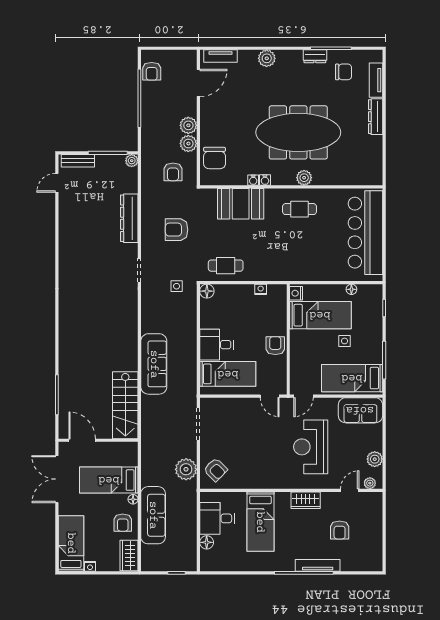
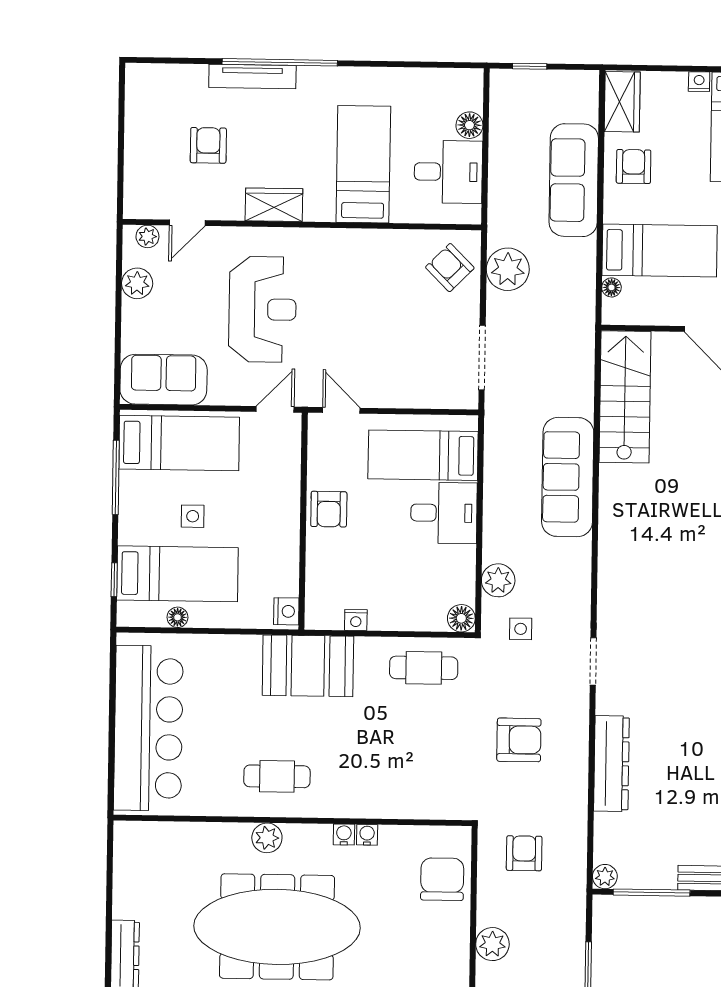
plant: (188, 143) -> (498, 580), moved
booth: (241, 204) -> (308, 666), moved
bed: (320, 315) -> (177, 574), moved, turned 180
floor lamp: (133, 499) -> (611, 287), moved

